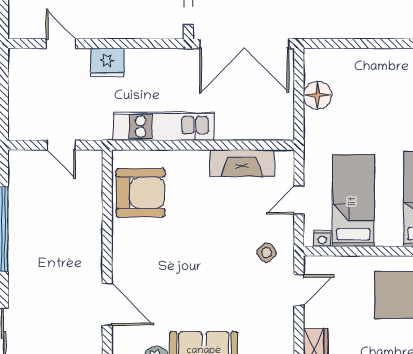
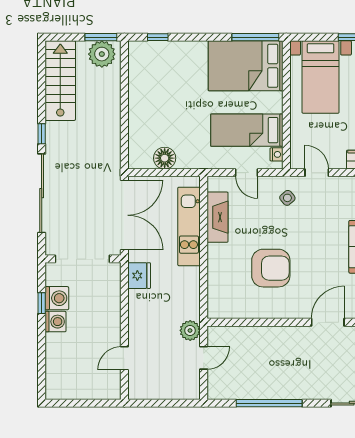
fridge: (107, 63) -> (139, 276), moved
kitchen unit: (164, 126) -> (189, 226), moved
plant: (97, 128) -> (190, 330), added
armchair: (141, 193) -> (271, 268), moved, turned 90

